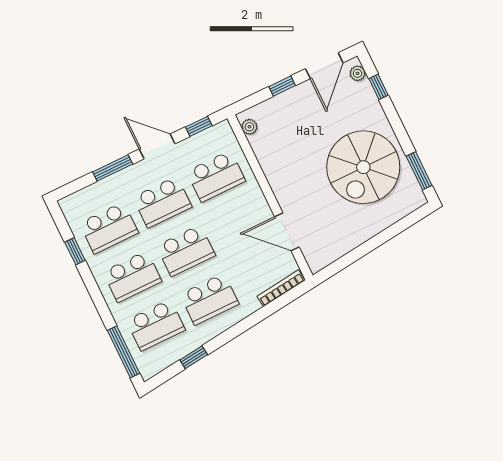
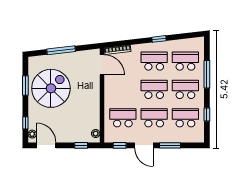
door: (324, 66) -> (46, 145), hinge flipped
window: (282, 86) -> (81, 145), moved
window: (419, 171) -> (25, 86), moved
door: (287, 232) -> (102, 65), moved
window: (377, 241) -> (61, 50), added
window: (124, 352) -> (207, 74), moved
window: (194, 357) -> (159, 39), moved

